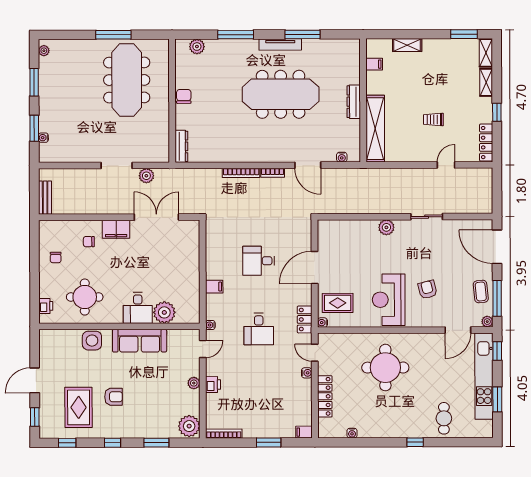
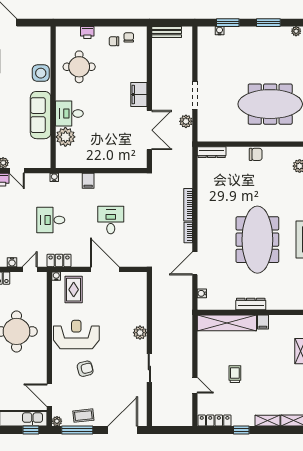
filing cabinet: (374, 64) -> (263, 322), moved
chair: (89, 242) -> (129, 37), moved
printer: (46, 306) -> (87, 33), moved
door: (203, 349) -> (17, 171), moved

